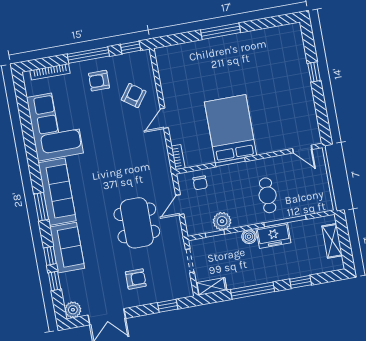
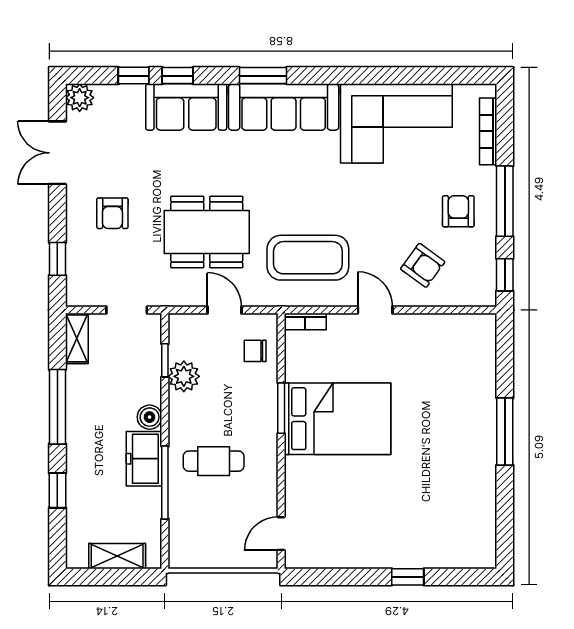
coffee table: (141, 162) -> (308, 258), added

